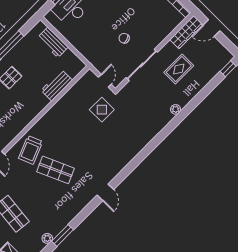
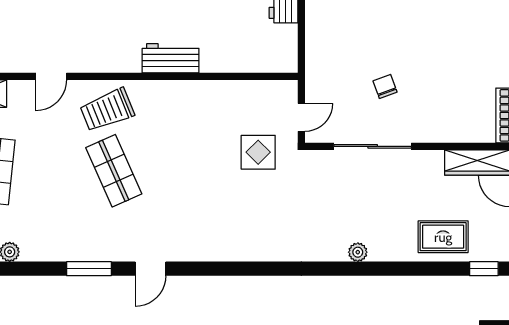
rug: (179, 69) -> (443, 237), moved
workbench: (57, 85) -> (171, 58), moved
window: (63, 235) -> (89, 269), moved

